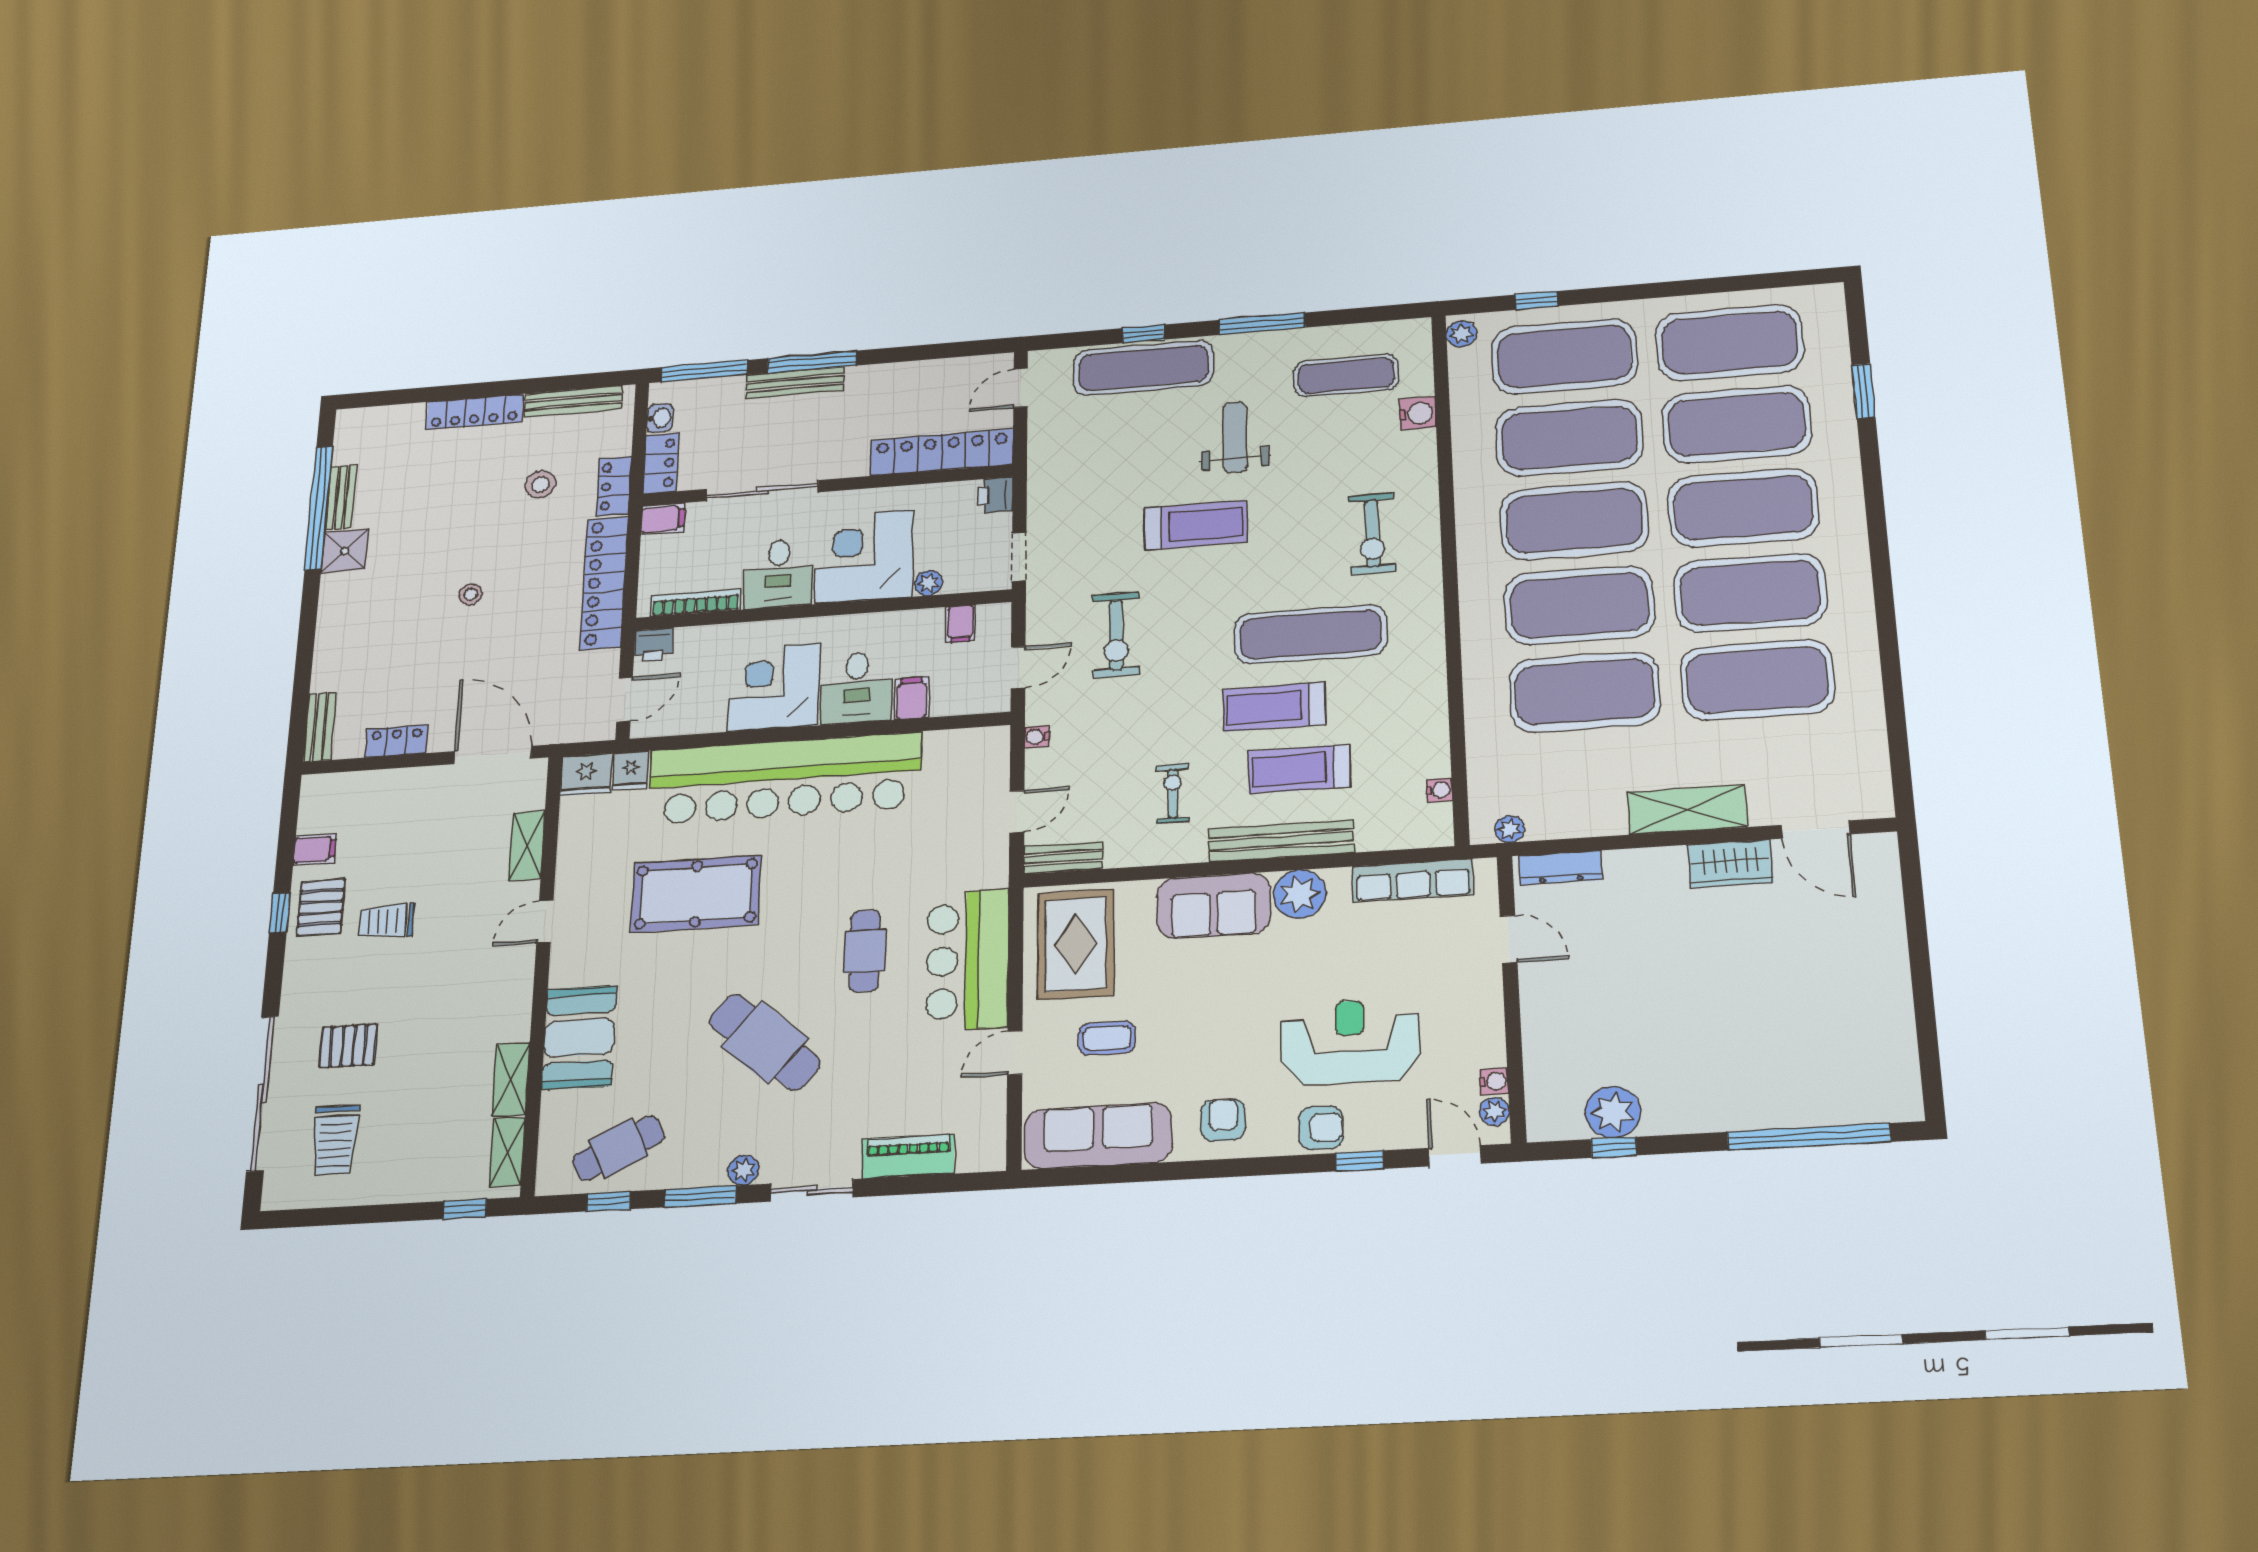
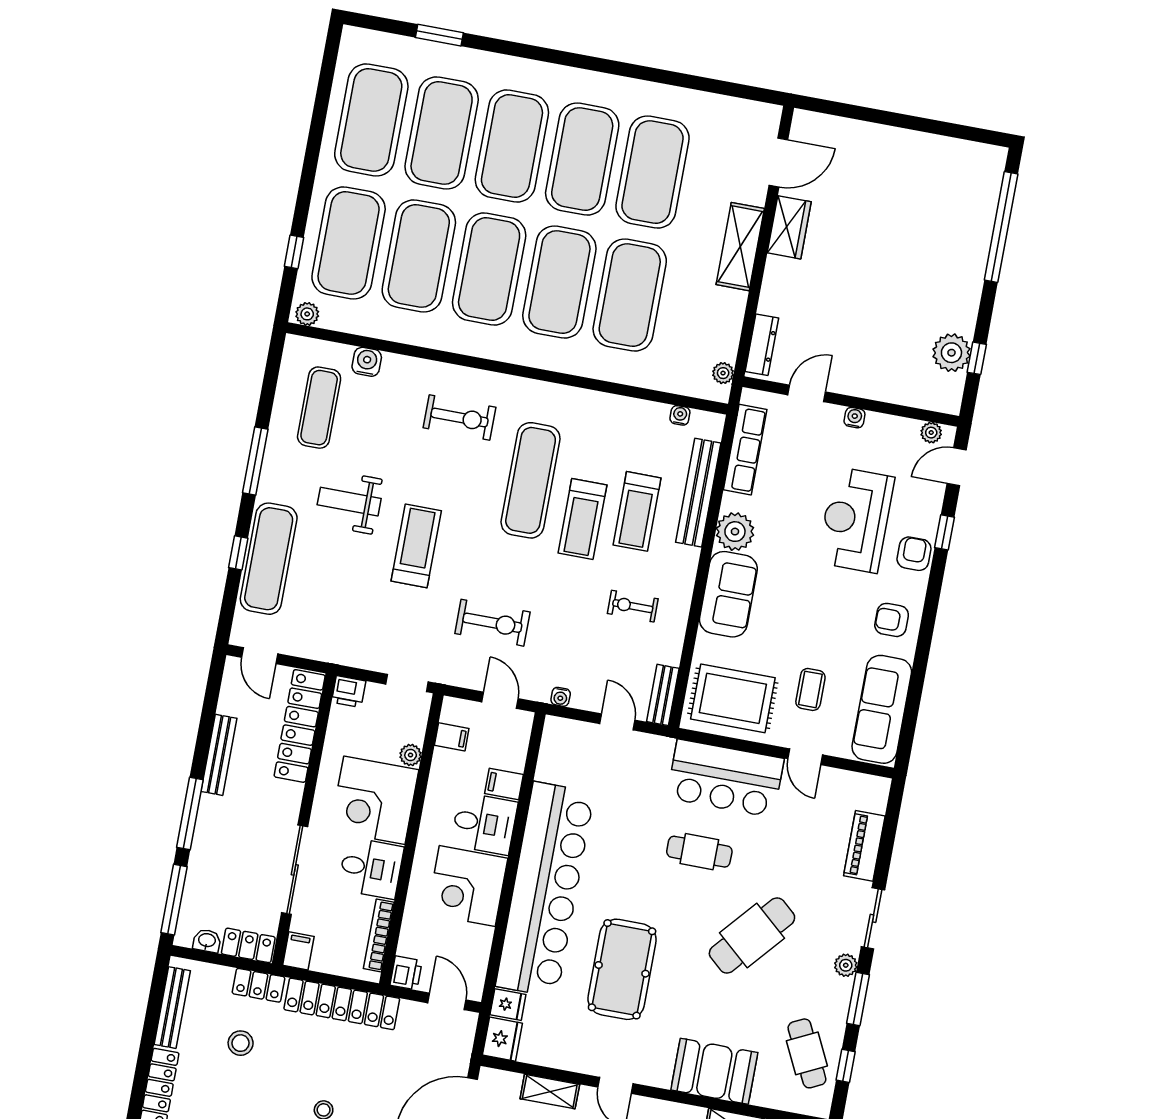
bench: (795, 383) -> (219, 755), moved
bench: (1281, 841) -> (698, 493), moved
water cooler: (1494, 1081) -> (854, 418), moved

